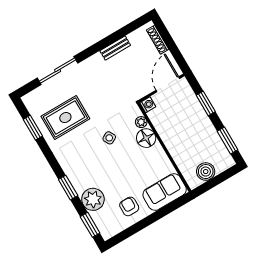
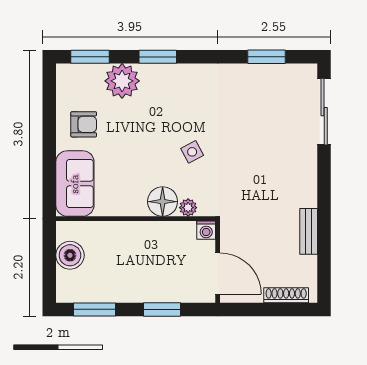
sliding door: (58, 70) -> (324, 112), moved
rug: (65, 118) -> (254, 109), removed

